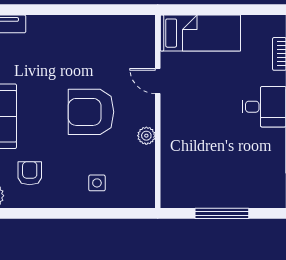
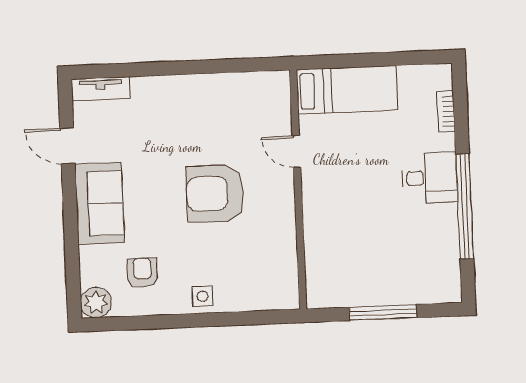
plant: (146, 136) -> (285, 220), removed
side table: (97, 183) -> (202, 296), moved

